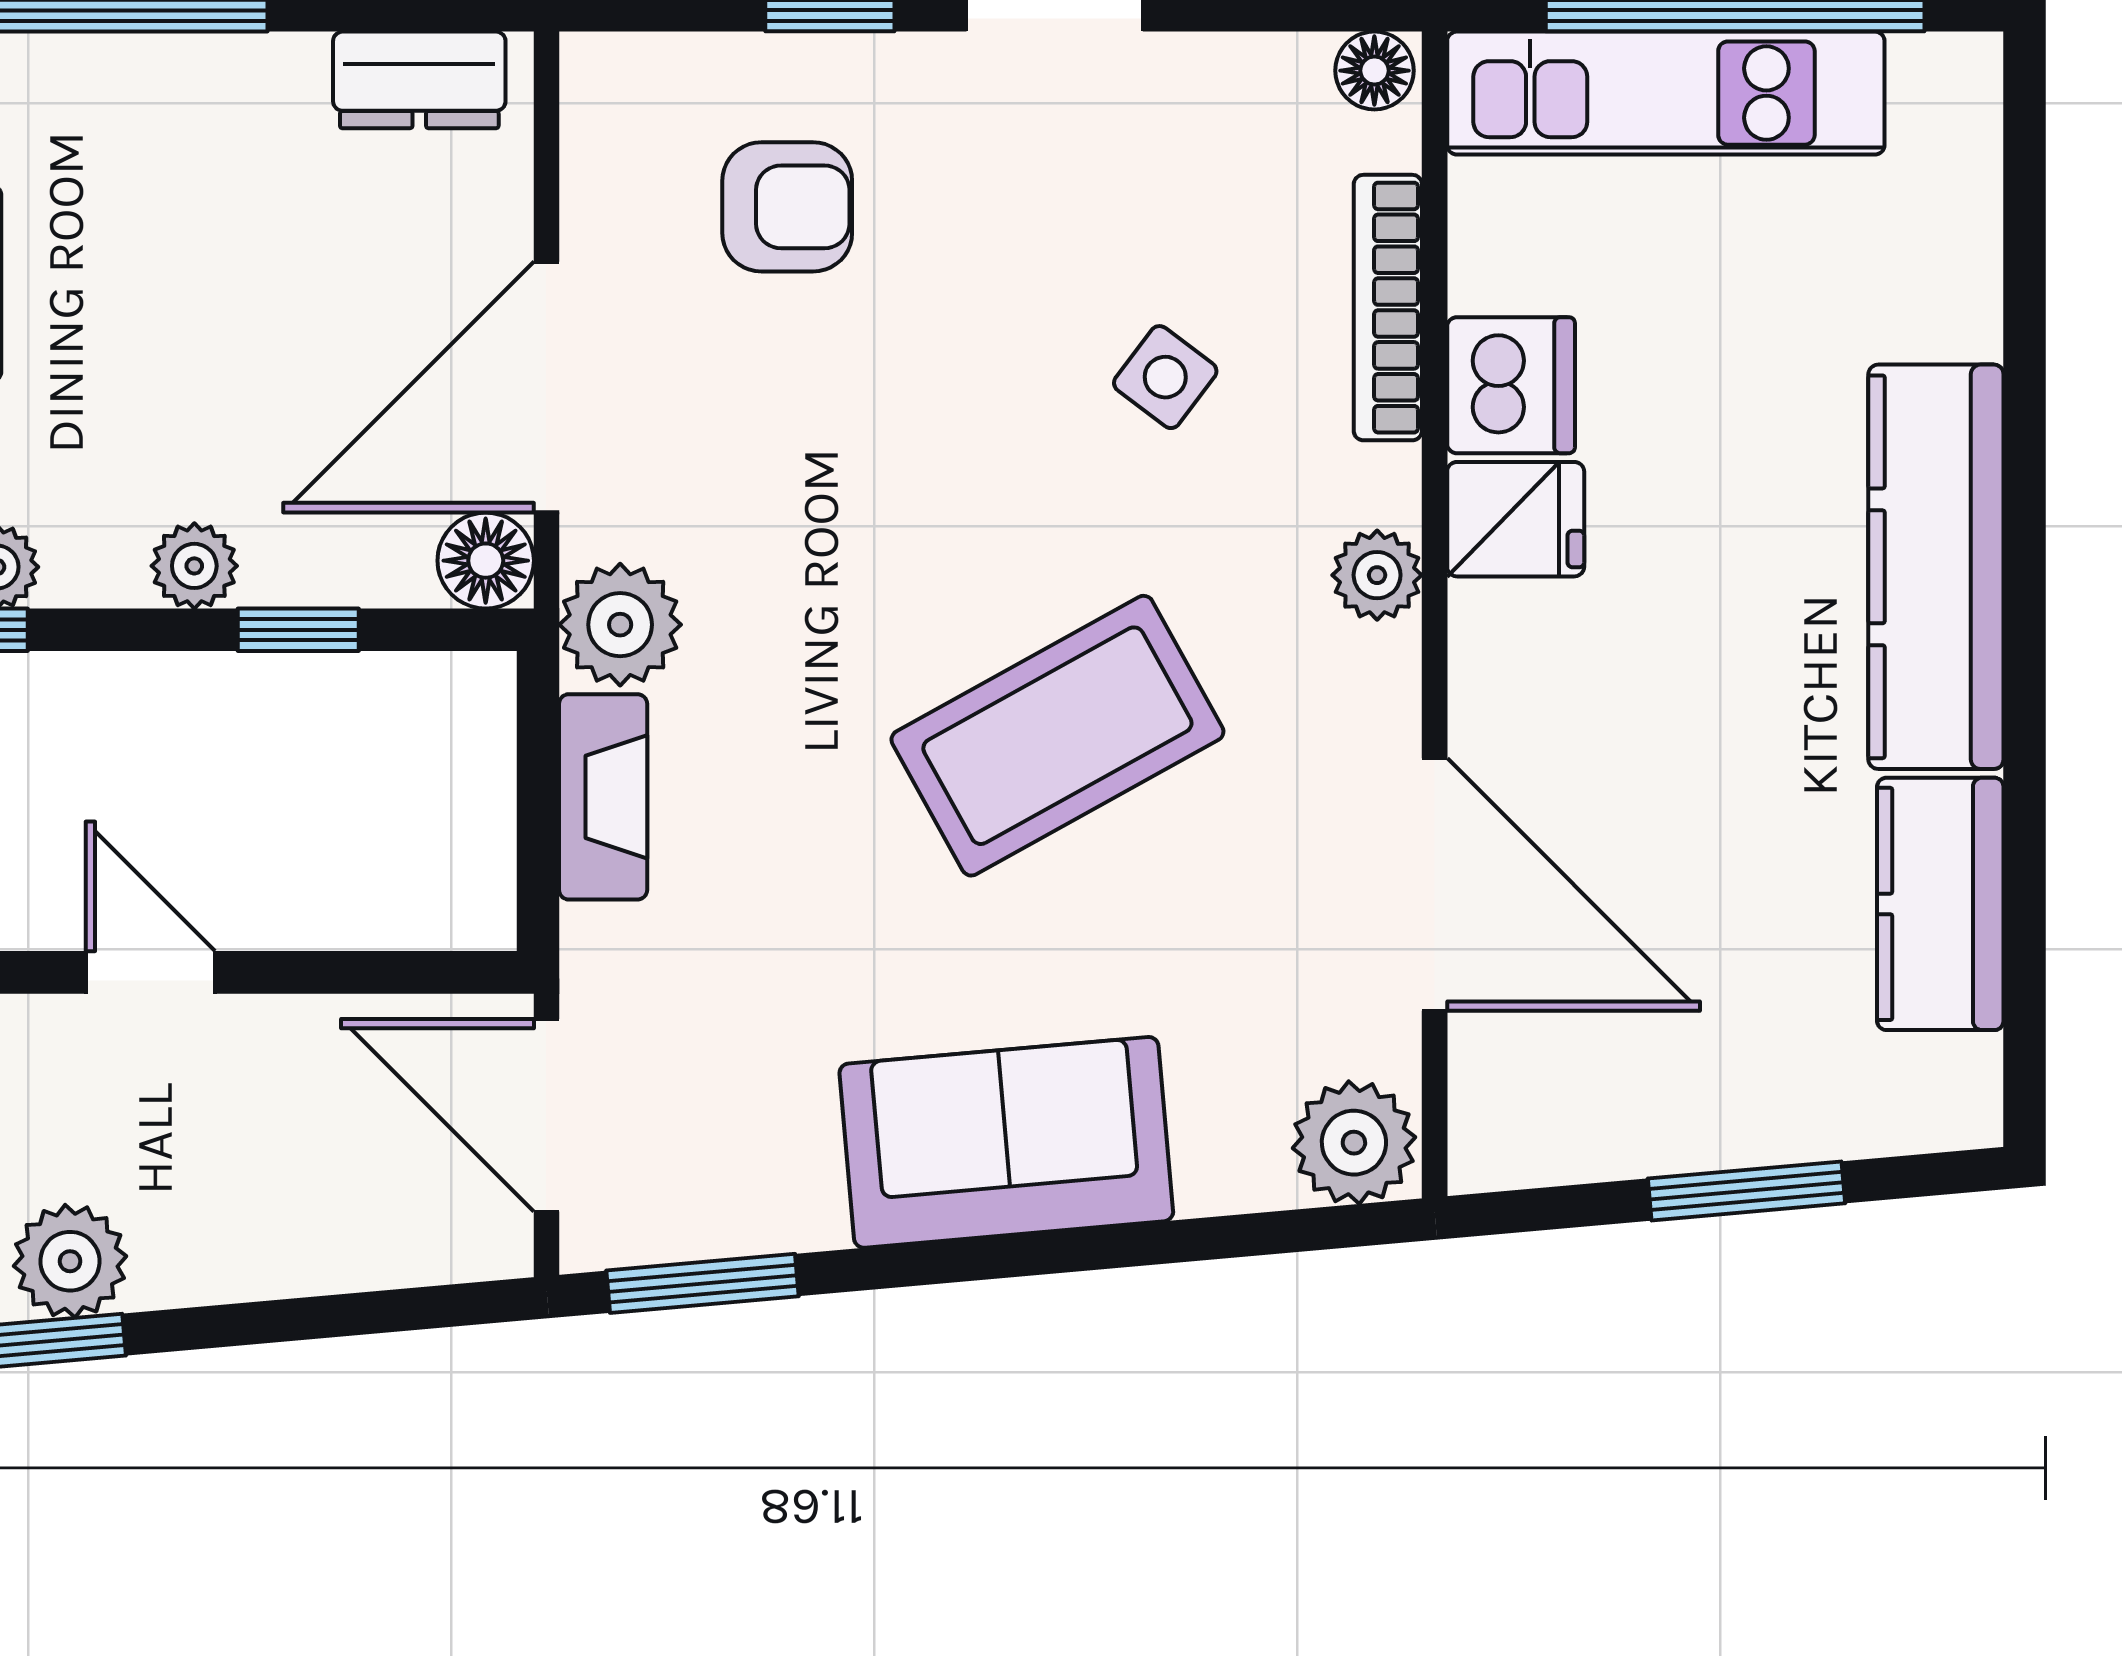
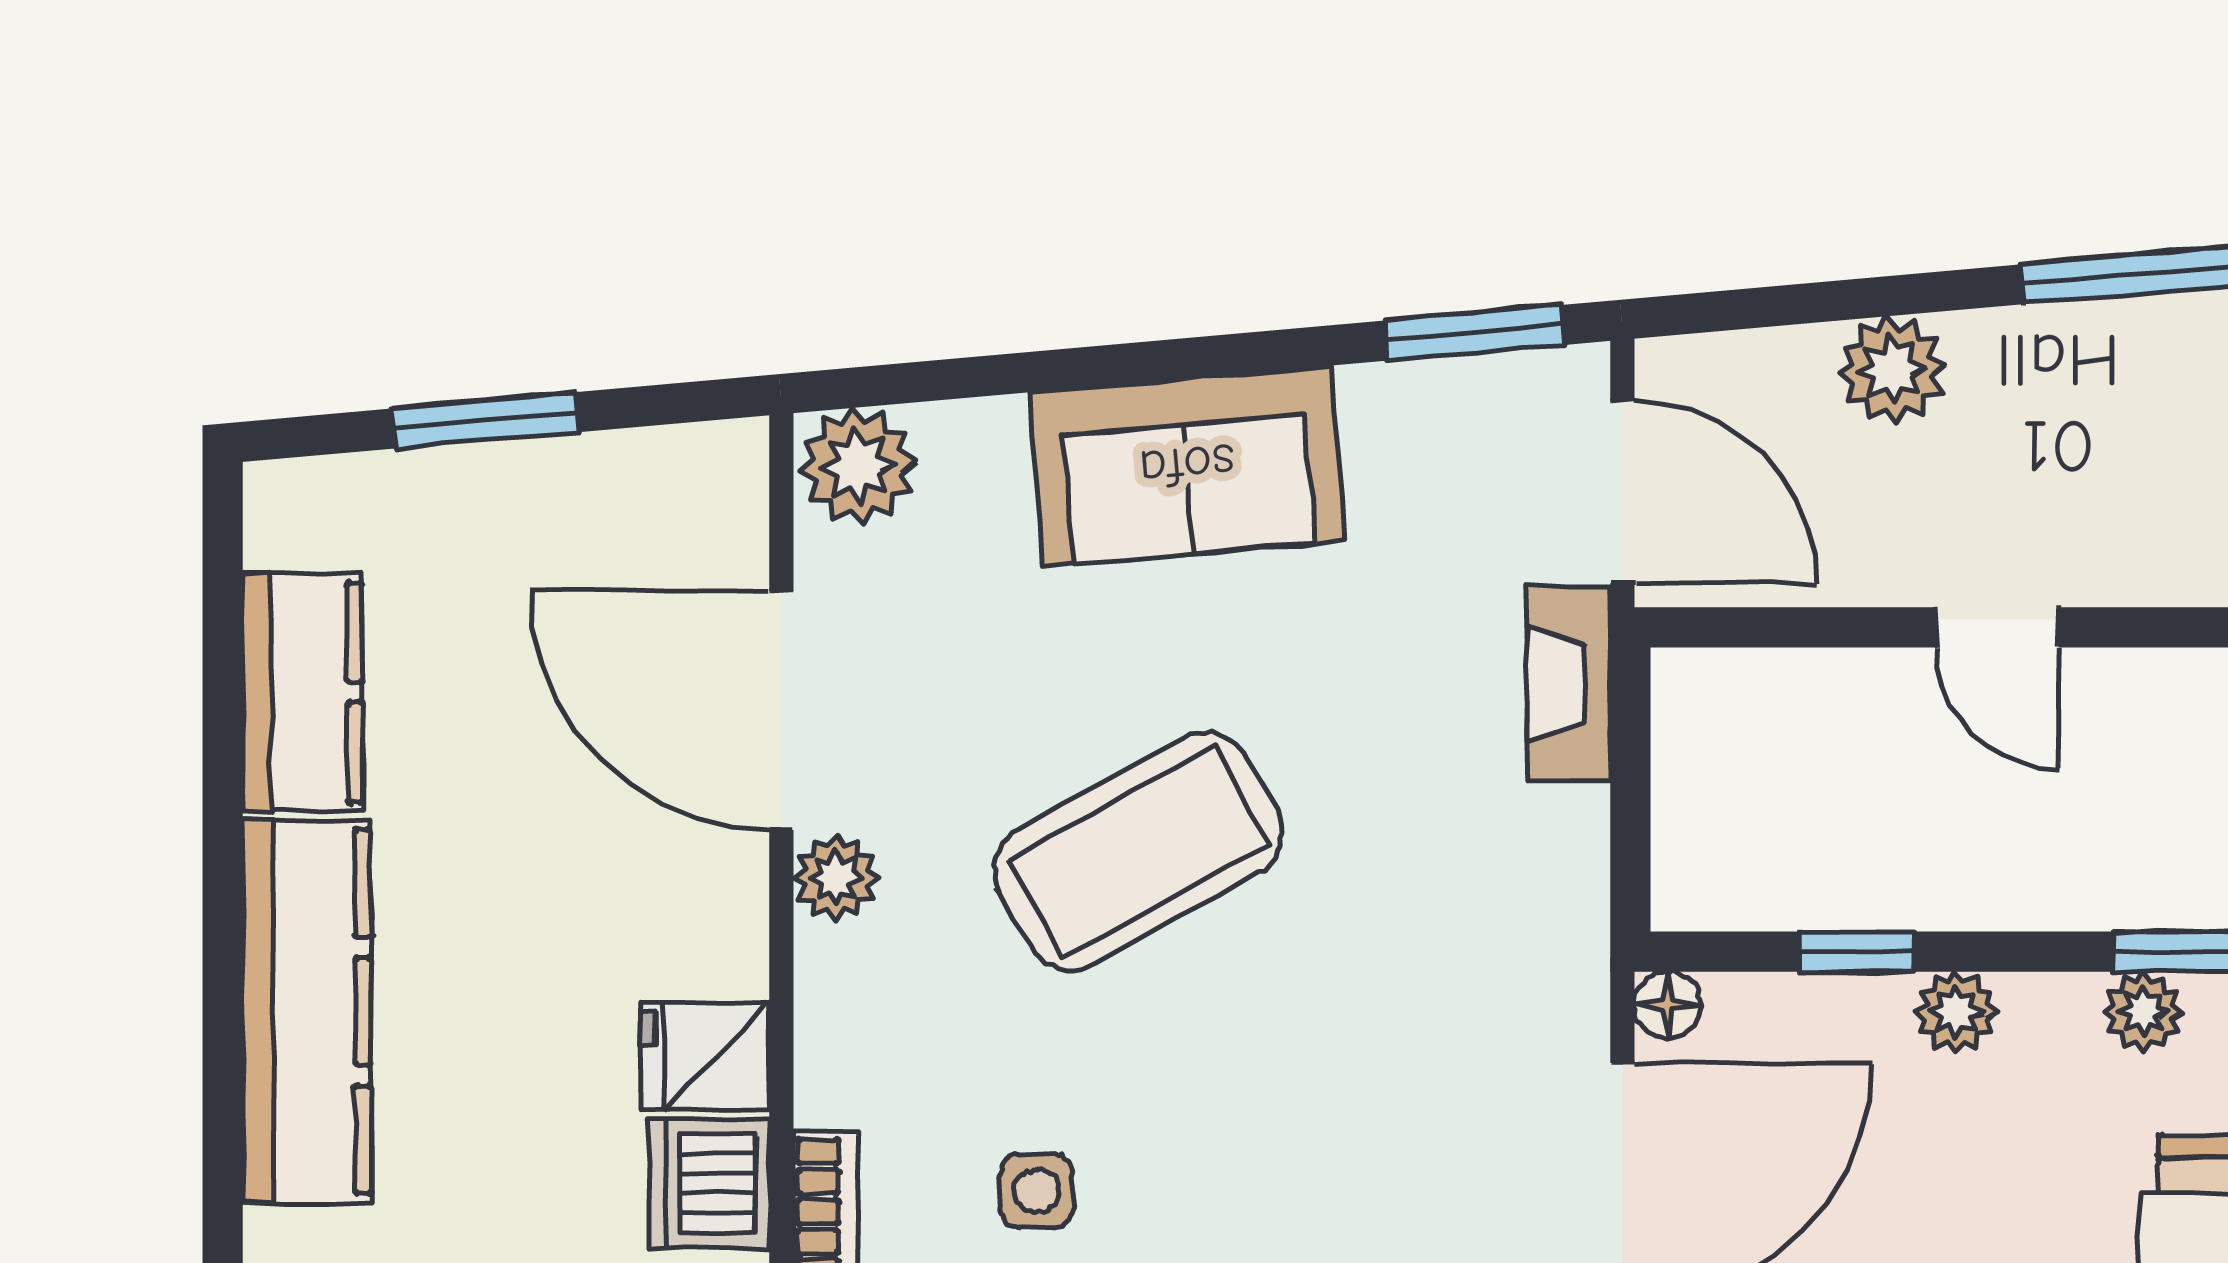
side table: (1165, 377) -> (1036, 1191), turned -37
floor lamp: (486, 561) -> (1668, 1005), width x0.73, depth x0.73
plant: (1377, 575) -> (836, 878), moved
plant: (620, 625) -> (1553, 957), removed
fireplace: (603, 797) -> (1569, 684), moved
plant: (70, 1261) -> (1892, 370), moved

